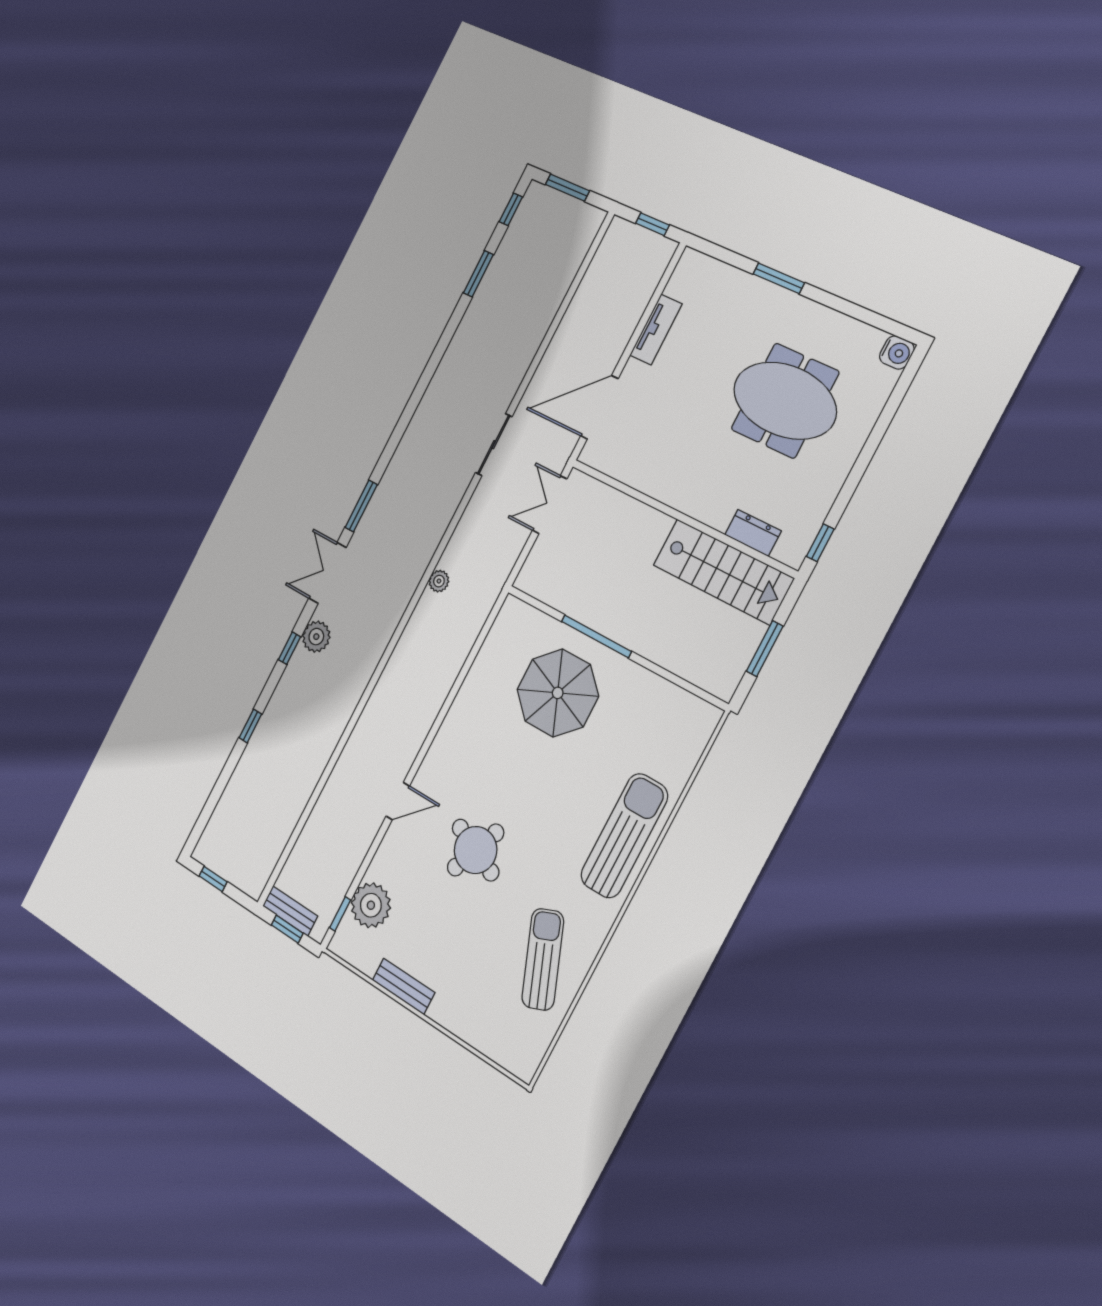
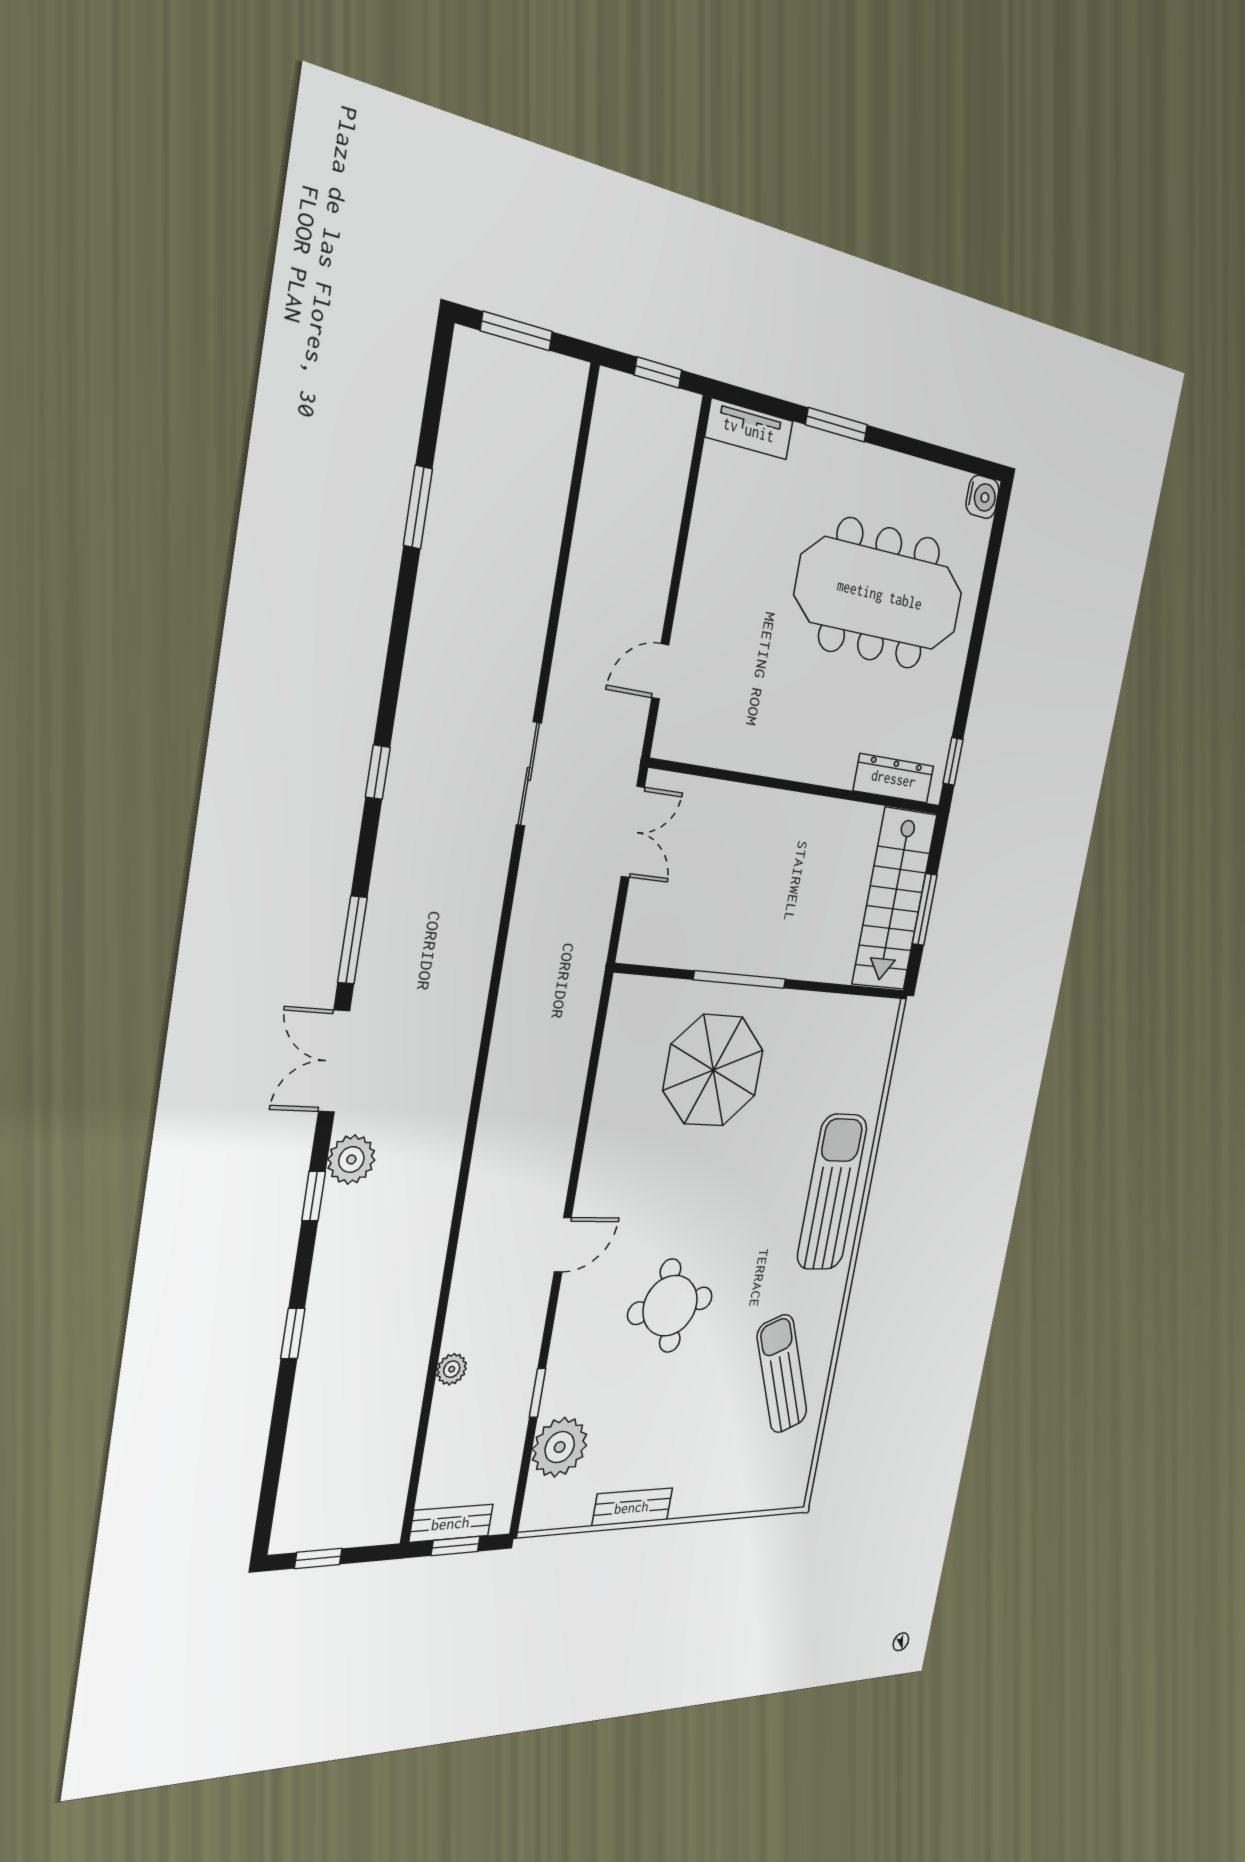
window: (511, 209) -> (378, 772), moved
tv unit: (656, 330) -> (749, 429), moved, turned 90
meeting table: (785, 401) -> (880, 594), width x1.36
door: (599, 407) -> (660, 671), width x0.53
double door: (550, 505) -> (633, 832), swing flipped
dresser: (753, 533) -> (894, 778), width x1.44
stairs: (723, 572) -> (894, 899), moved, turned 90
plant: (439, 581) -> (452, 1369), moved
door: (398, 801) -> (563, 1245), moved
round table: (476, 850) -> (670, 1306), turned -34
window: (340, 914) -> (538, 1393), moved

